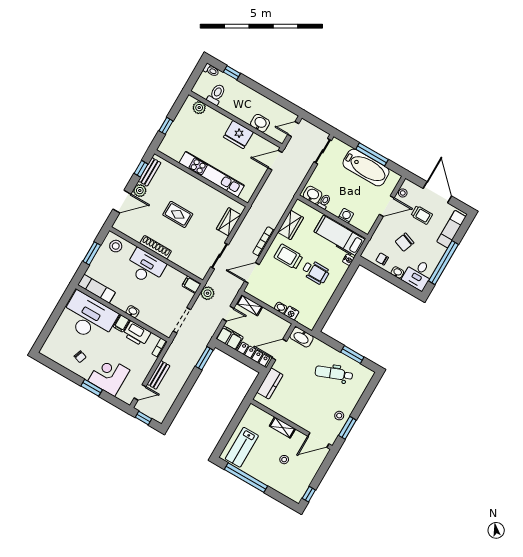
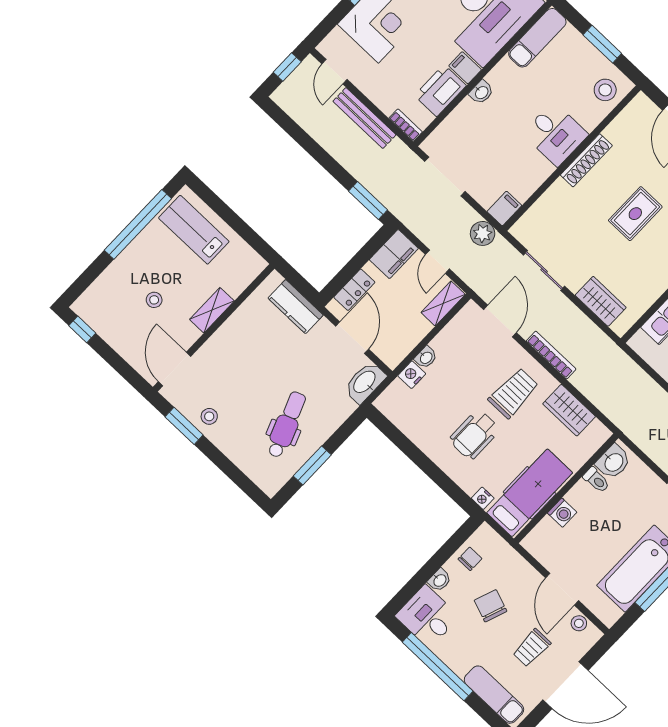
desk: (145, 267) -> (555, 134), width x0.73
locker: (254, 354) -> (354, 290), width x0.66
bench: (158, 375) -> (364, 118), width x1.36

